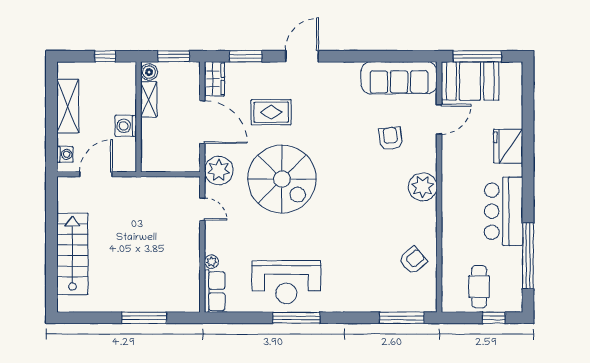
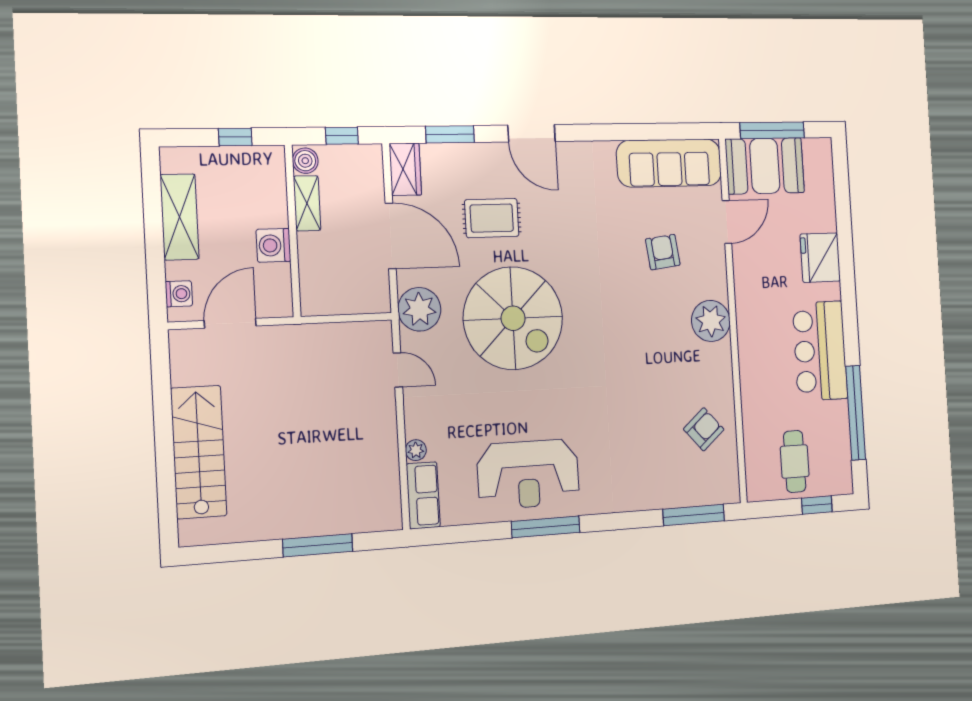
window: (174, 56) -> (342, 136), width x0.67
door: (302, 56) -> (532, 133), swing flipped

